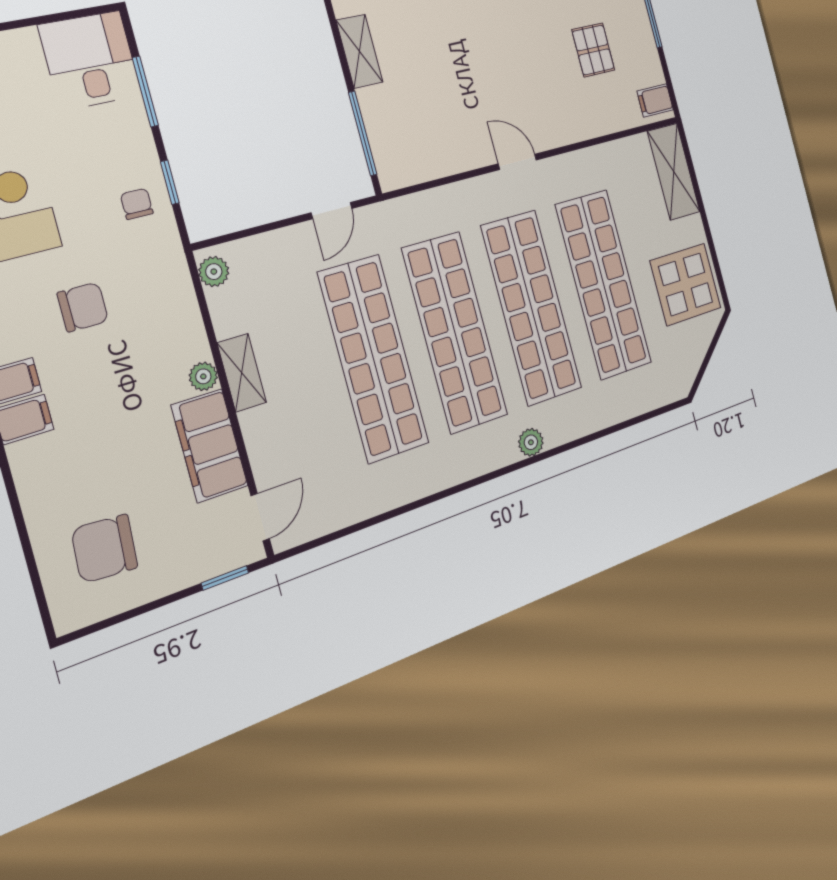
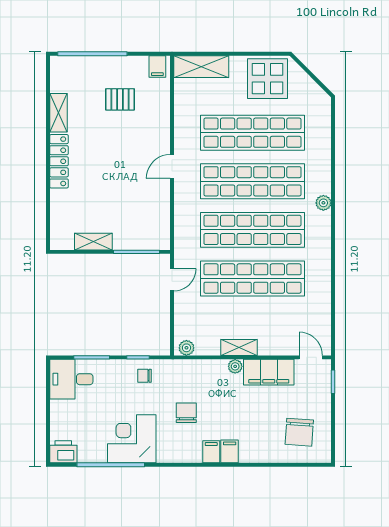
door: (332, 211) -> (172, 280), hinge flipped

